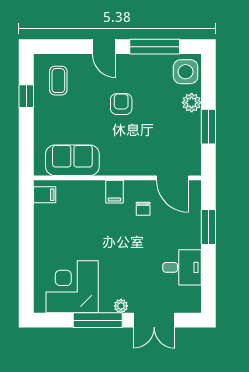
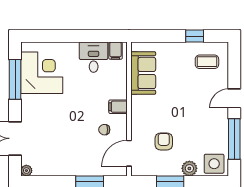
armchair: (121, 104) -> (164, 141), moved, turned -90
desk: (182, 267) -> (94, 57), moved, turned 180
plant: (121, 306) -> (26, 171), moved
window: (98, 320) -> (15, 79), moved

